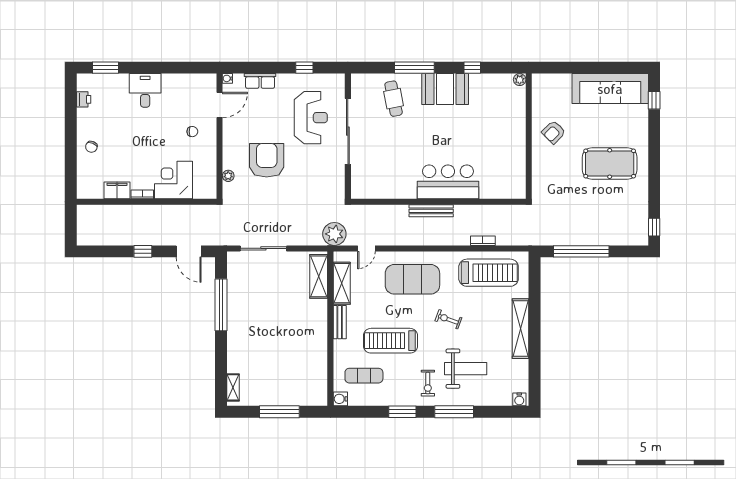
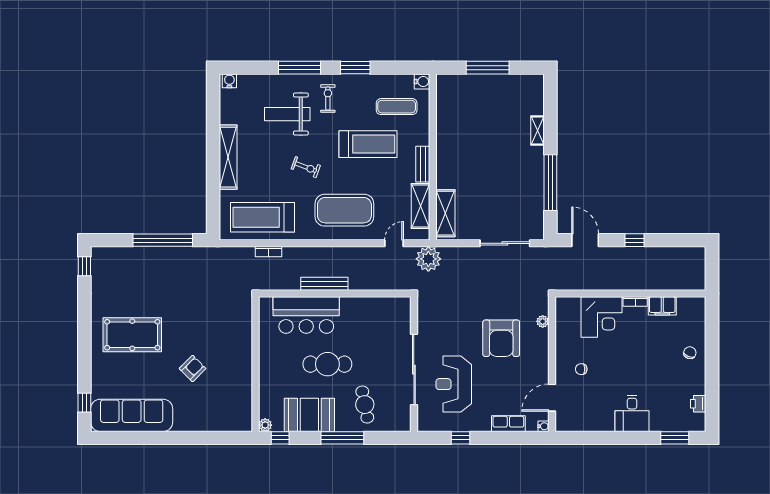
plant: (520, 80) -> (265, 425), moved
cafe table: (428, 136) -> (327, 364), added
wall: (529, 136) -> (255, 364), moved
shelving: (233, 387) -> (538, 130), moved

